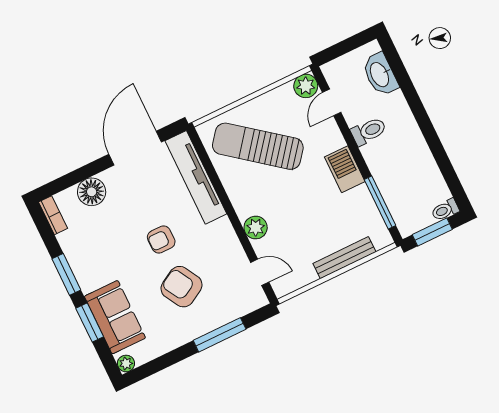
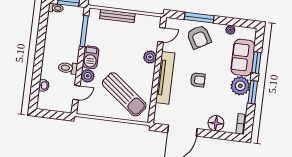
washbasin: (380, 74) -> (44, 86), width x0.52, depth x0.69
plant: (306, 86) -> (88, 76), moved
tv unit: (196, 177) -> (165, 78), moved
plant: (91, 272) -> (240, 86), added
door: (260, 272) -> (161, 35), swing flipped
armchair: (181, 287) -> (199, 37), moved
plant: (126, 363) -> (230, 30), moved

